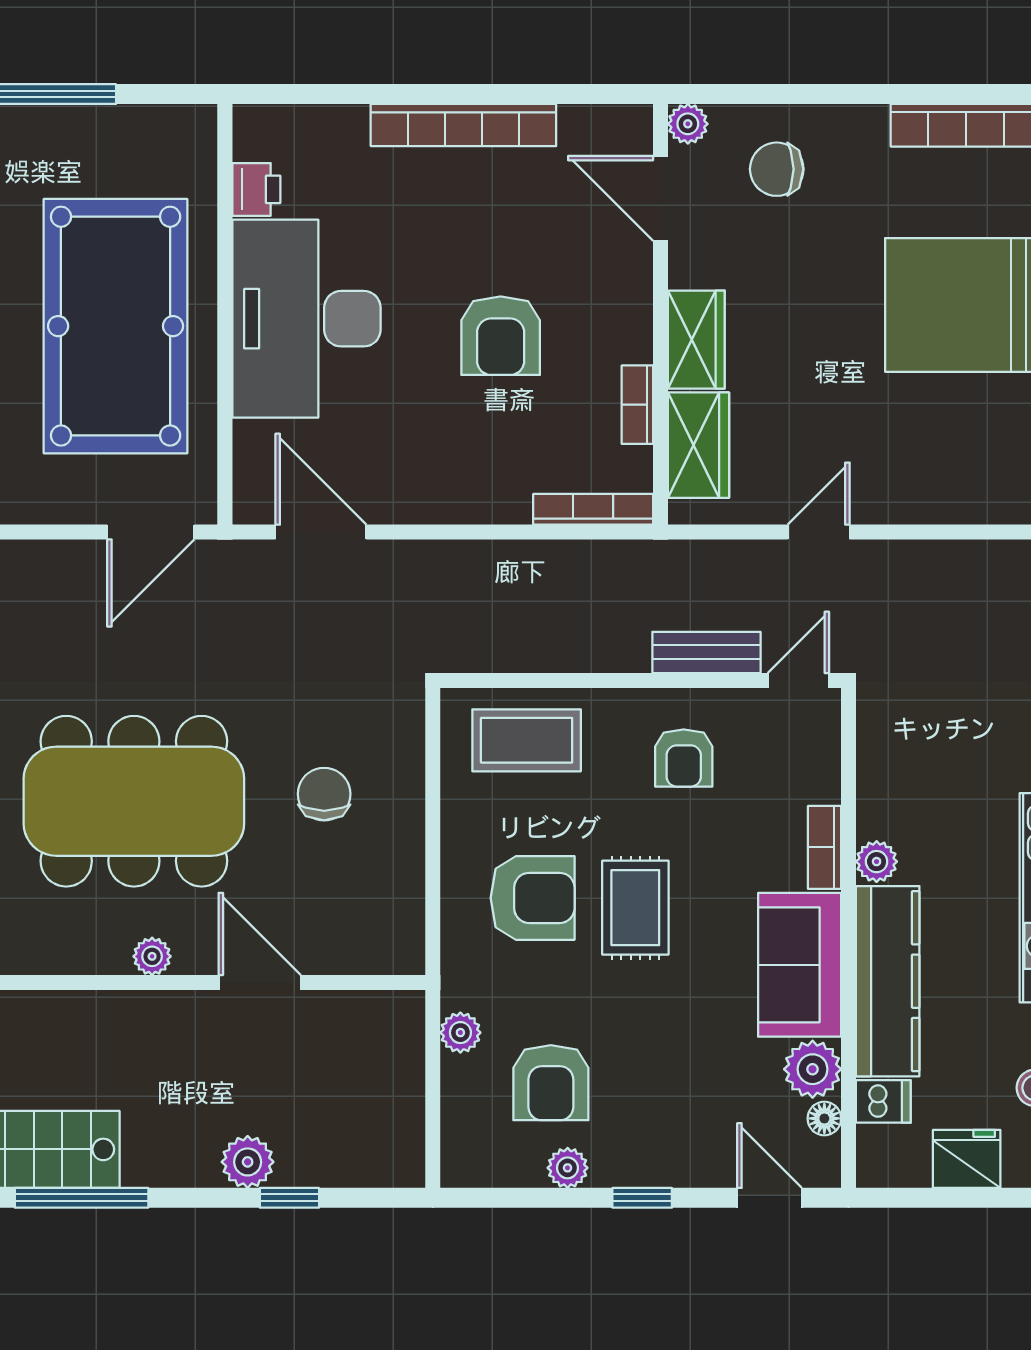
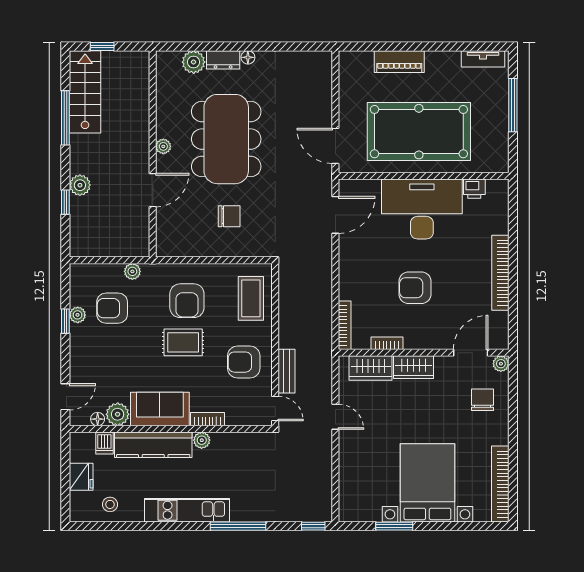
armchair: (684, 758) -> (244, 362), width x1.38, depth x1.38
window: (642, 1198) -> (65, 321), moved

